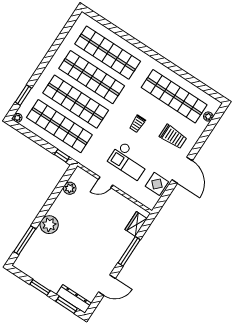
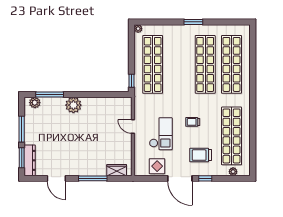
window: (23, 95) -> (193, 22), moved
shop shelf: (76, 102) -> (179, 64), removed
trolley: (173, 137) -> (201, 155), turned 90
window: (198, 147) -> (205, 178), added
checkout: (129, 161) -> (161, 134), turned 180
door: (182, 170) -> (180, 178), hinge flipped
plant: (70, 188) -> (35, 103), moved
window: (40, 287) -> (22, 129), width x1.44

